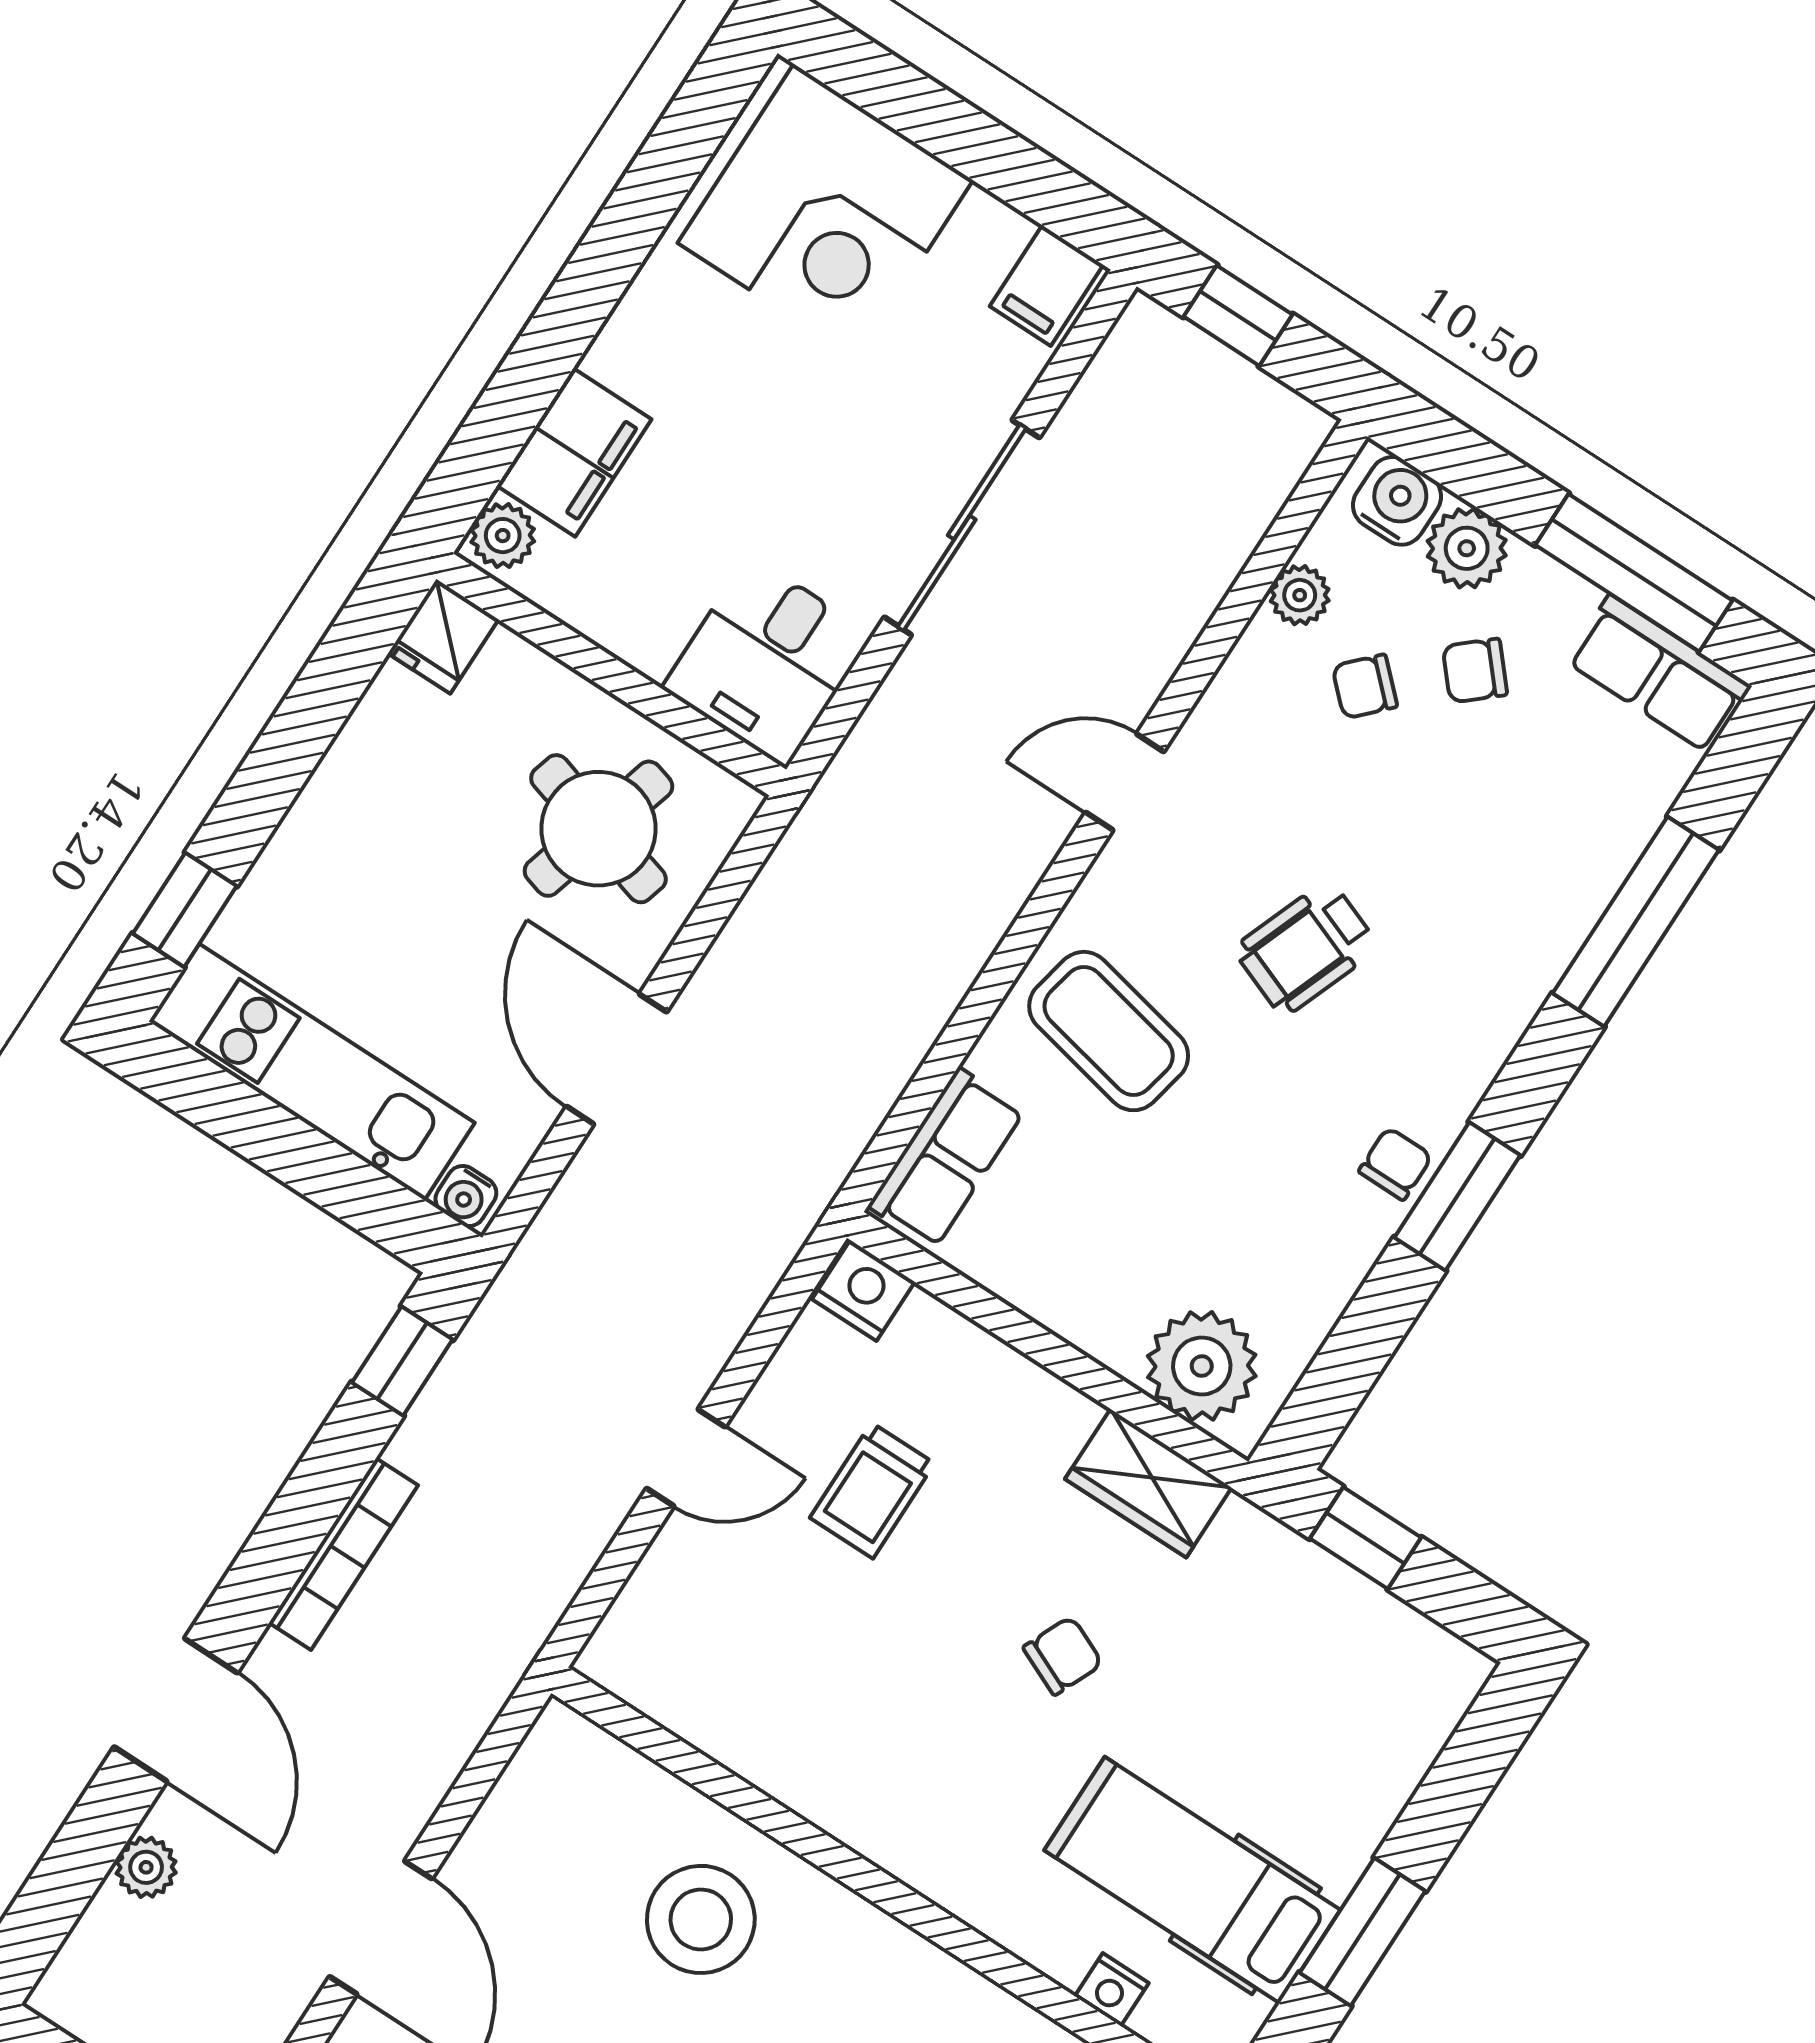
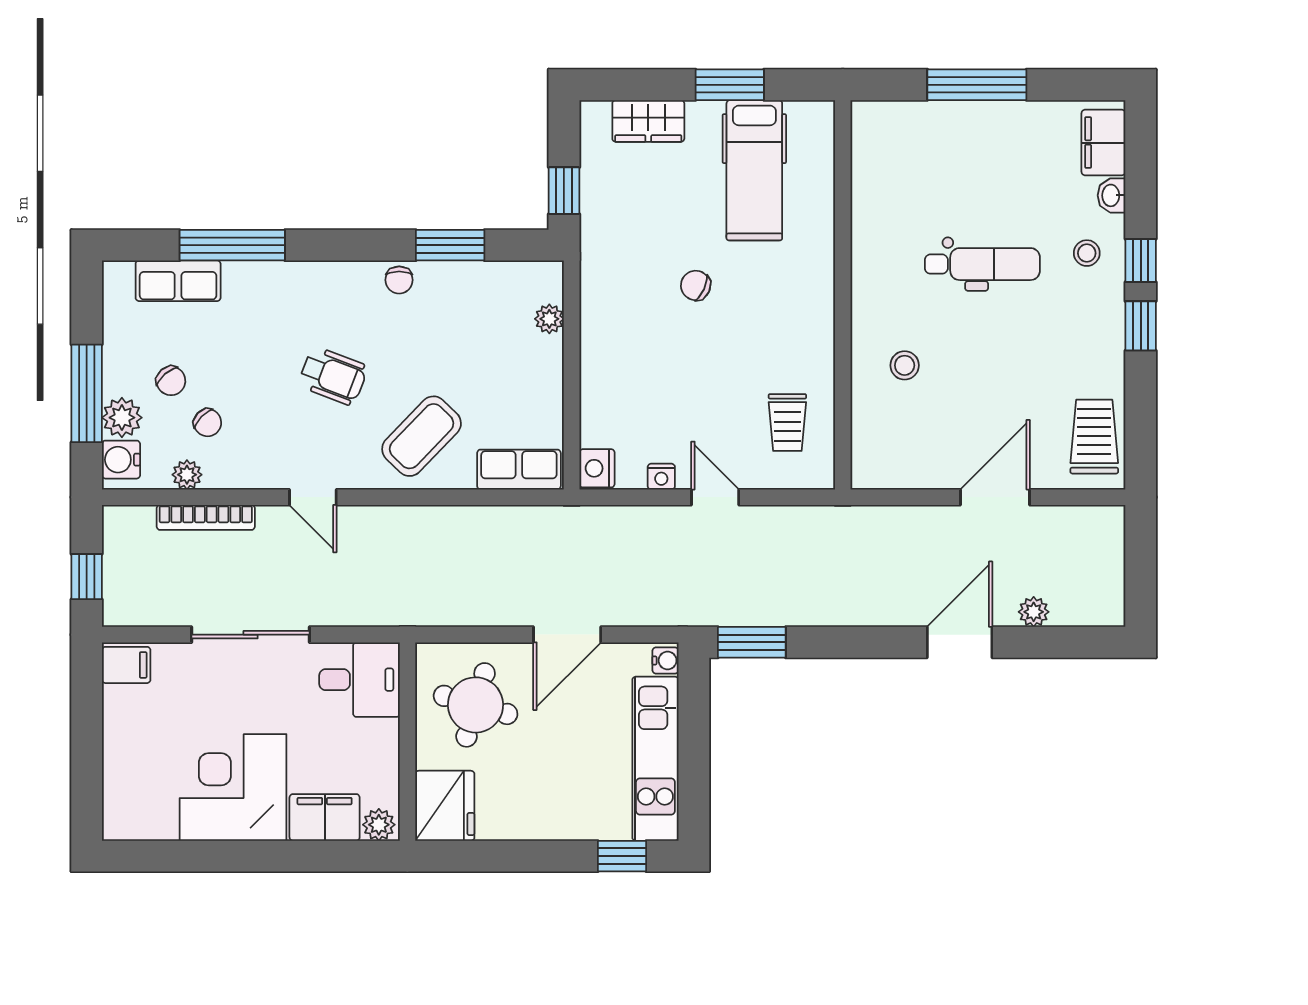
corner desk: (825, 212) -> (233, 787), moved, turned -90
window: (1634, 573) -> (87, 393), moved
fridge: (443, 636) -> (445, 806), width x1.88, depth x1.34
row of seats: (1659, 674) -> (178, 281), moved, turned 90
coffee table: (1109, 1031) -> (422, 436), turned 32
chair: (1395, 1164) -> (399, 280), turned -90
window: (1457, 1196) -> (450, 245), moved
window: (402, 1361) -> (752, 642), width x1.50
plant: (1202, 1366) -> (549, 319), width x0.53, depth x0.53
wardrobe: (1148, 1483) -> (648, 121), moved, turned 90
trolley: (872, 1491) -> (787, 422), moved, turned 90
bookcase: (343, 1554) -> (206, 517), moved, turned 180
stool: (701, 1919) -> (905, 365), width x0.53, depth x0.53
nightstand: (1112, 1990) -> (661, 477), moved, turned 90

